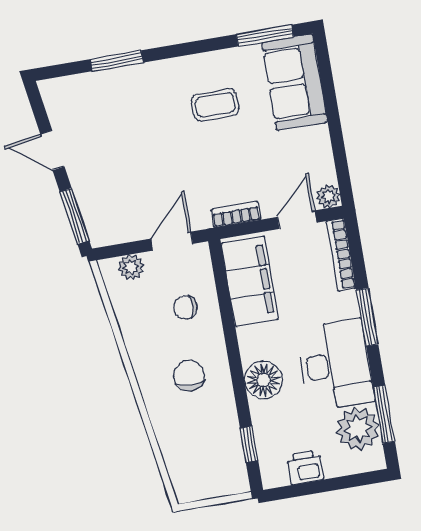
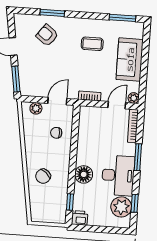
sofa: (295, 82) -> (130, 59), moved
armchair: (117, 110) -> (47, 35), added
filing cabinet: (250, 282) -> (88, 128), removed
chair: (189, 376) -> (43, 176), moved, turned -139
window: (384, 414) -> (135, 203), width x0.67
printer: (305, 467) -> (80, 218), moved

